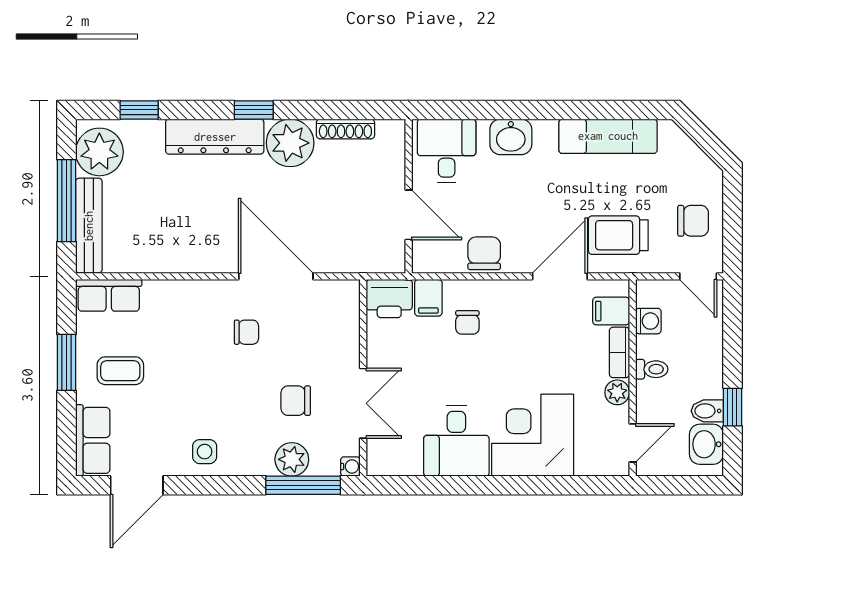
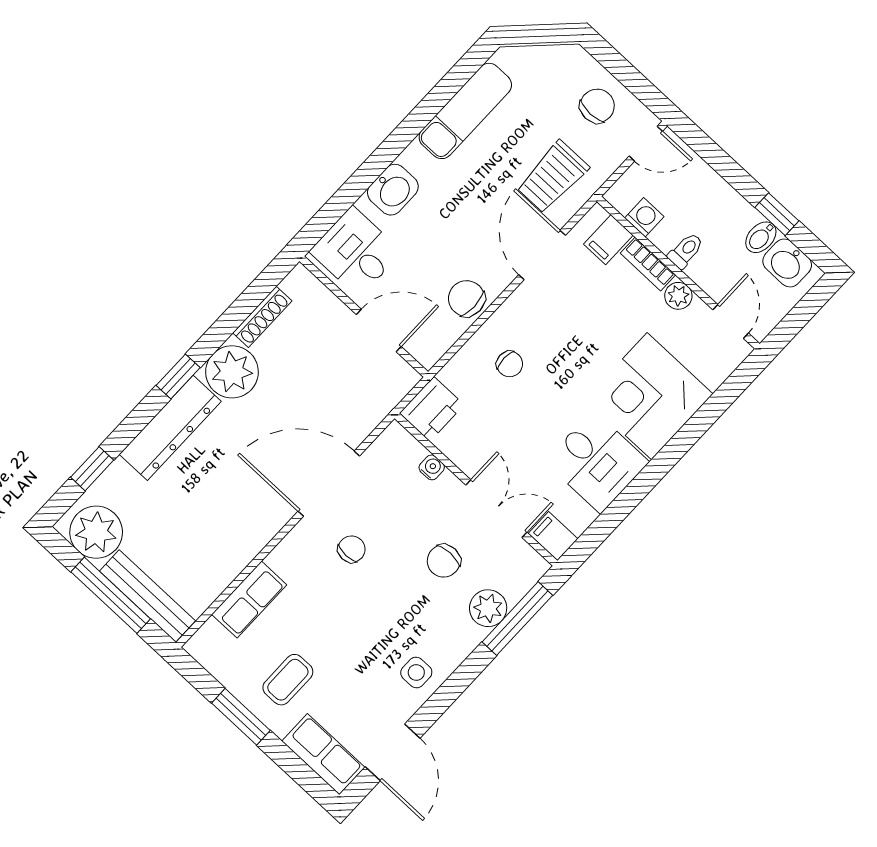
row of seats: (109, 295) -> (249, 600), moved
filing cabinet: (428, 298) -> (553, 536), moved, turned 180
water cooler: (350, 466) -> (432, 467), moved

